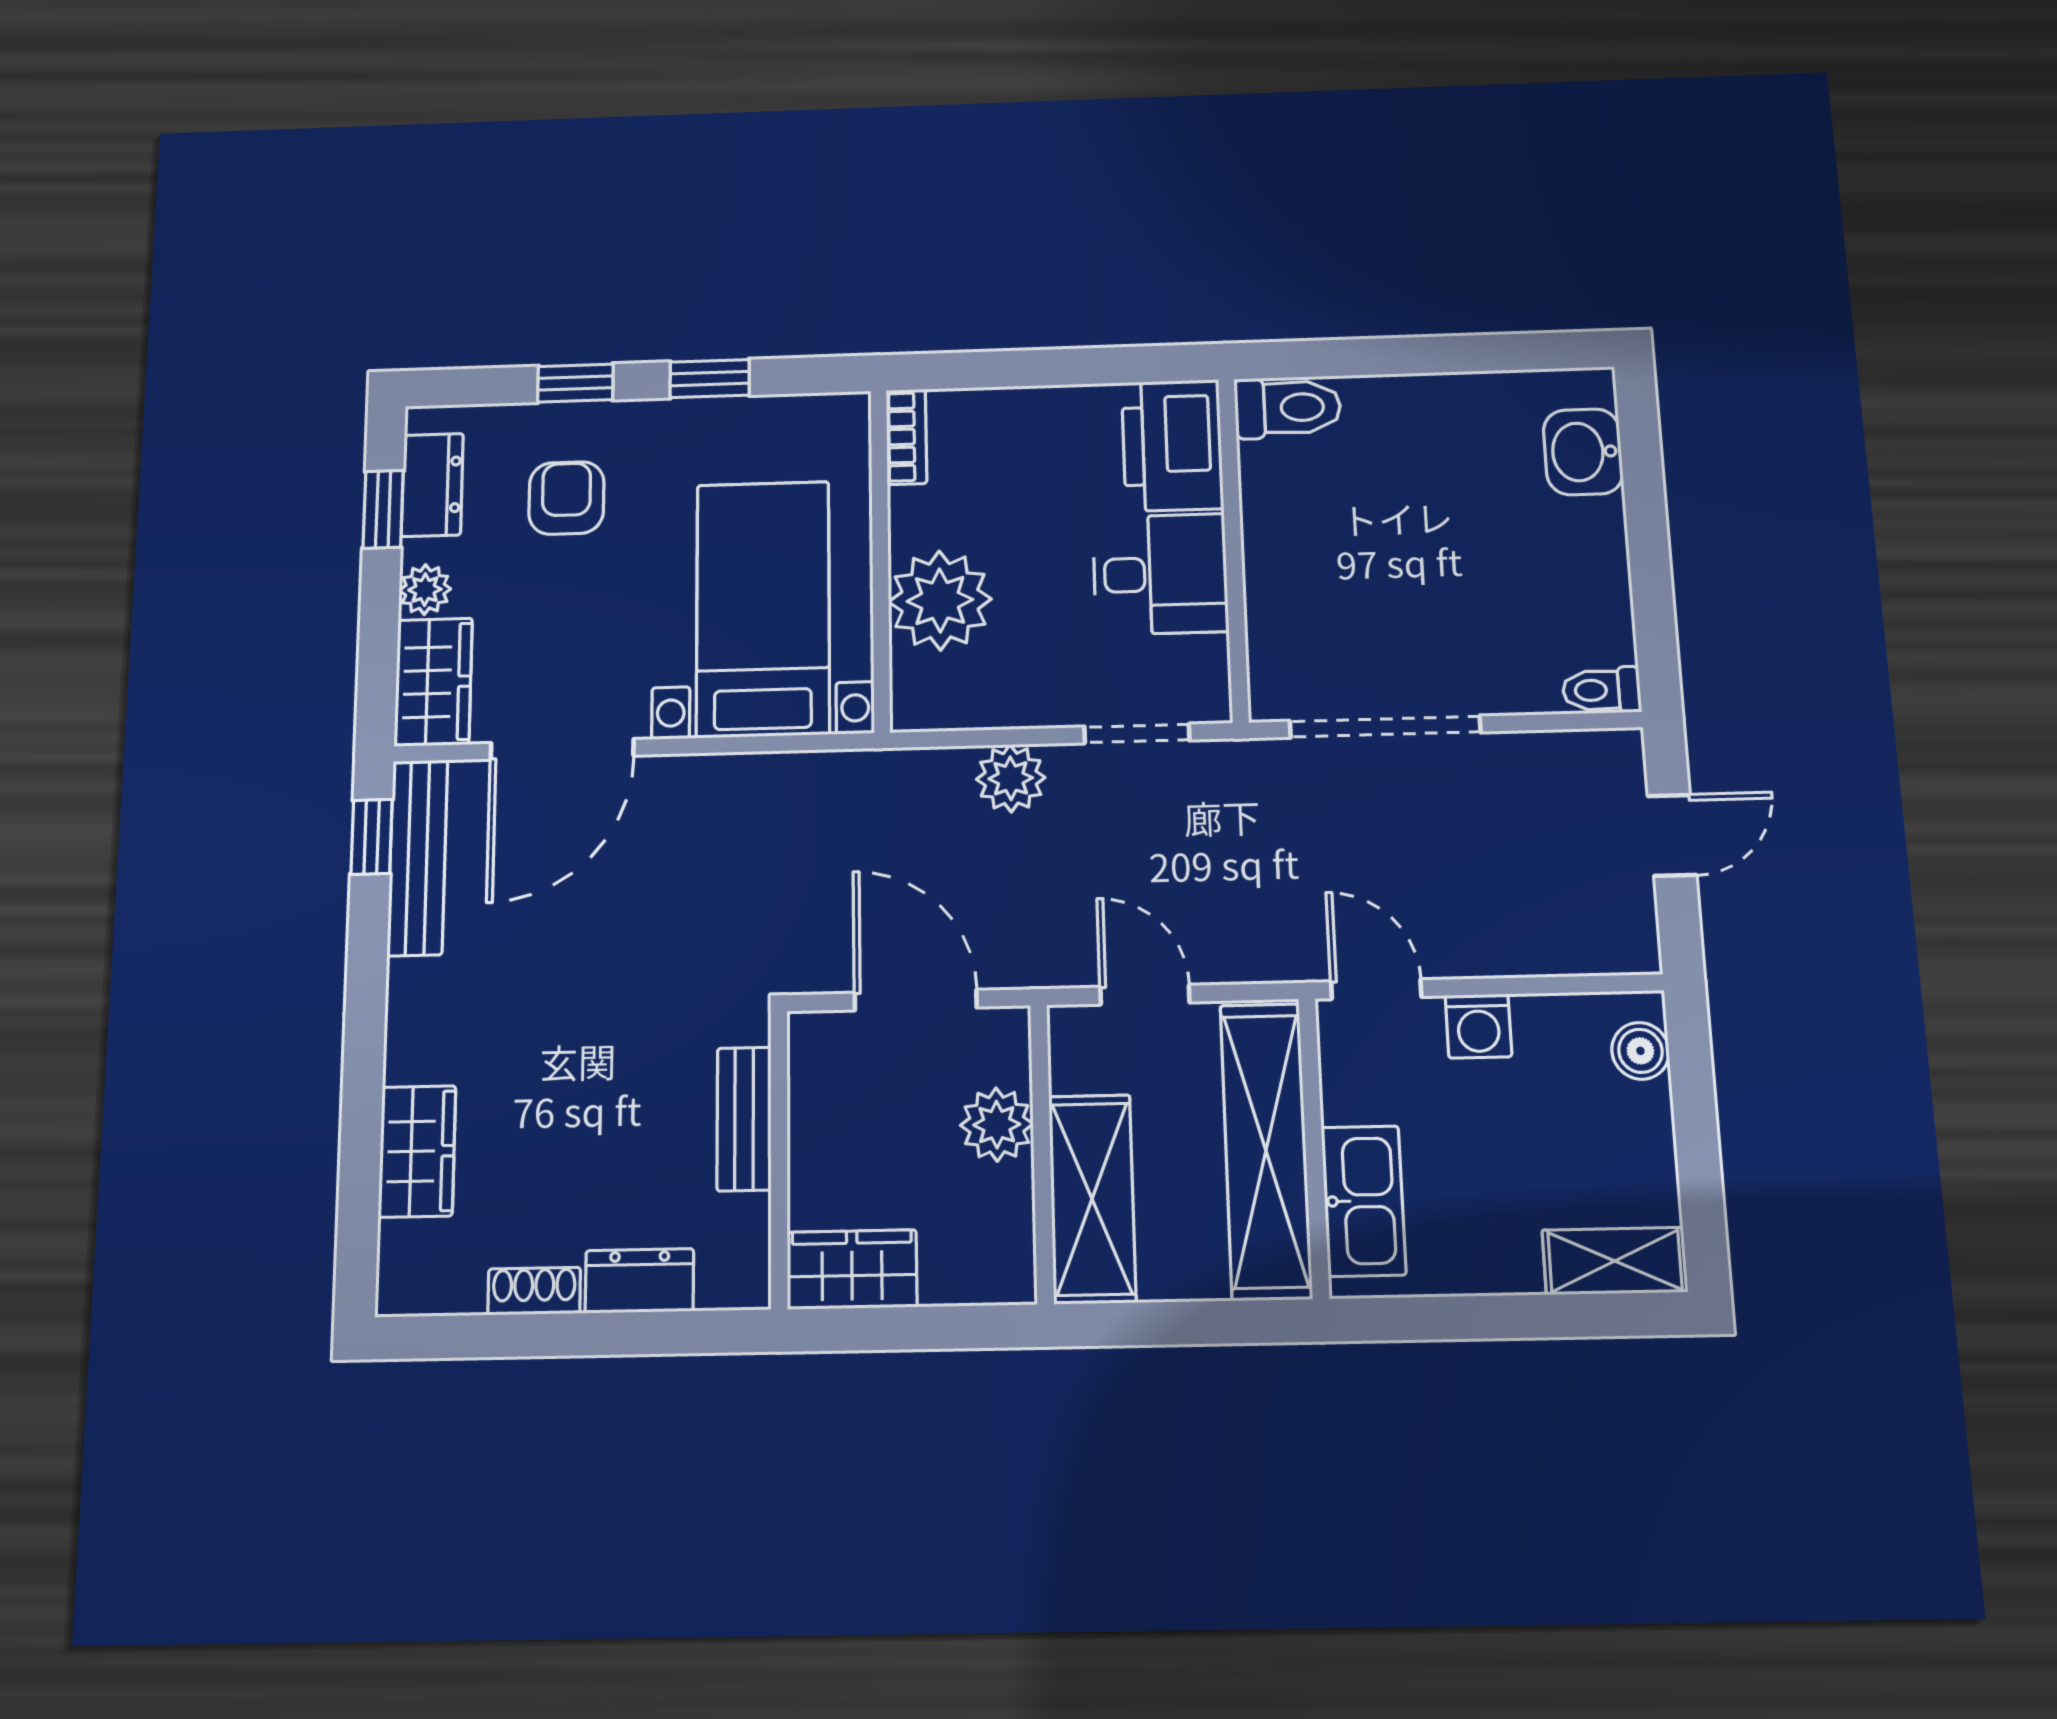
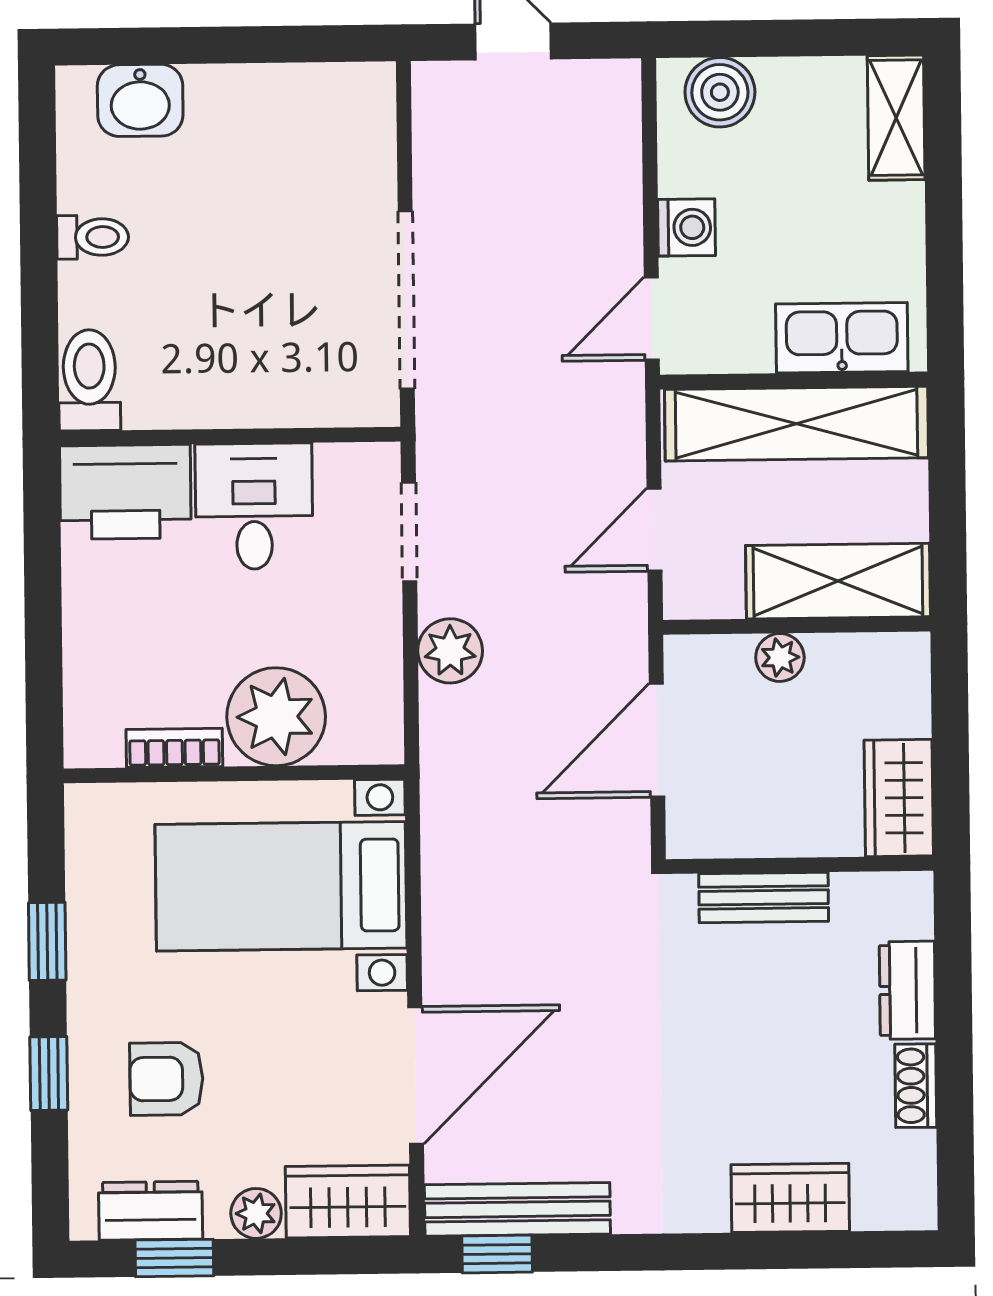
bookcase: (906, 437) -> (174, 748), moved
toilet: (1602, 690) -> (93, 237), moved, turned -90
door: (562, 749) -> (416, 1075), hinge flipped
boiler: (1640, 1051) -> (720, 92), width x1.36, depth x1.36
plant: (997, 1125) -> (780, 657), width x0.73, depth x0.73

